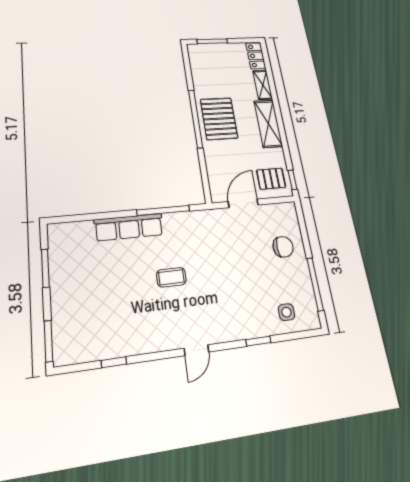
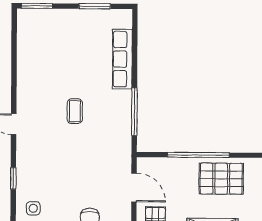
window: (196, 119) -> (198, 155), moved
row of seats: (129, 227) -> (122, 59), moved
window: (114, 362) -> (14, 56), removed

